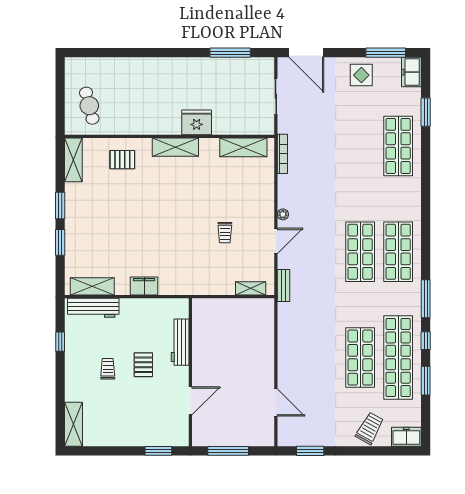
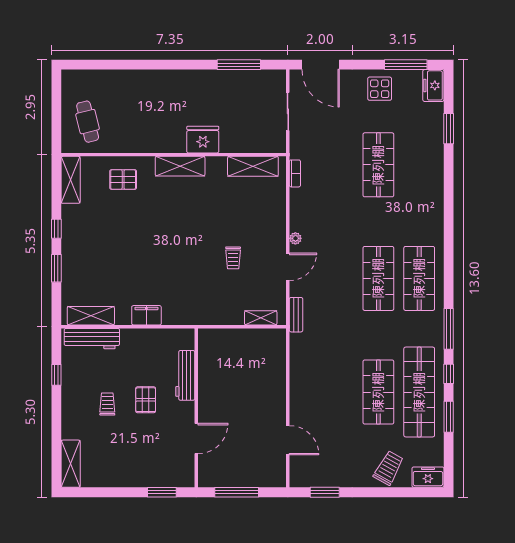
shop shelf: (398, 146) -> (378, 165), moved
bookcase: (282, 154) -> (295, 173), width x0.64
window: (60, 205) -> (56, 229), width x0.67

